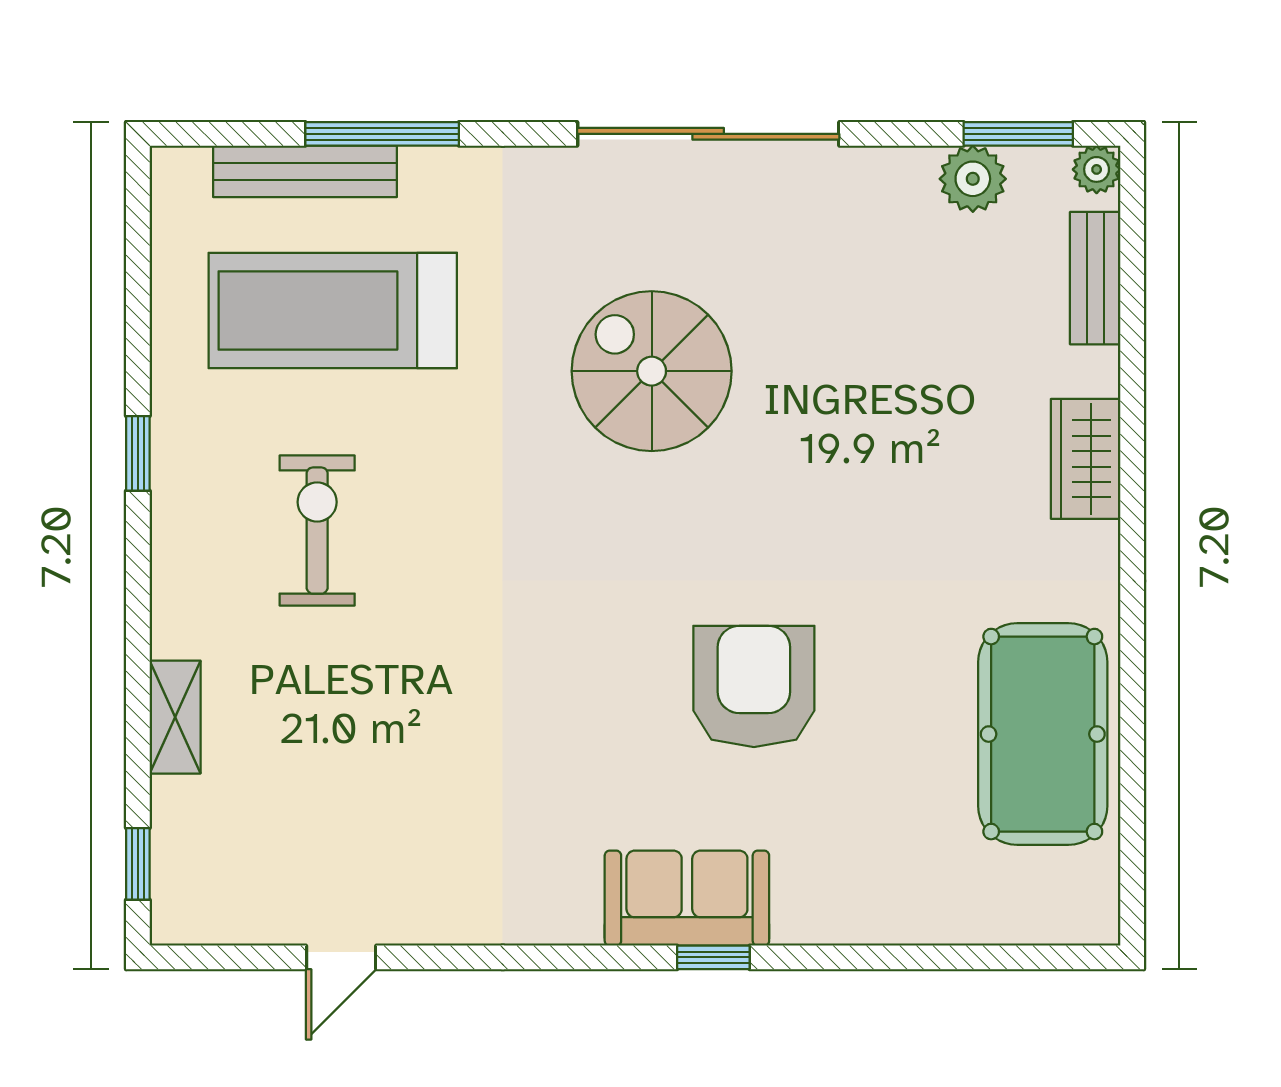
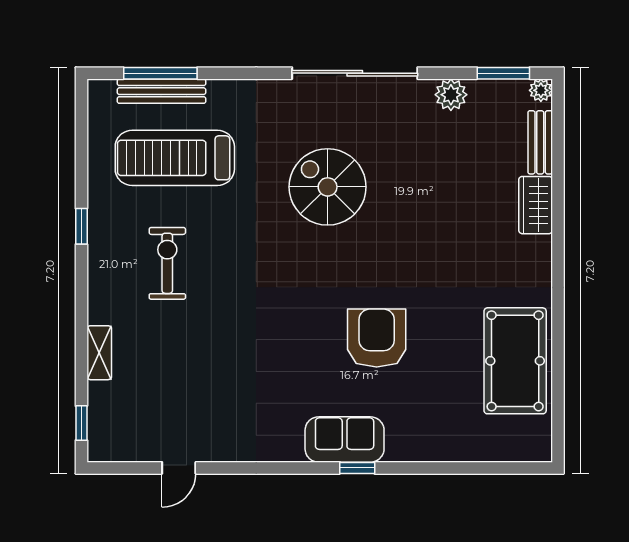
window: (382, 134) -> (160, 73), moved
plant: (973, 179) -> (451, 95), moved
wardrobe: (1086, 459) -> (536, 205), moved

